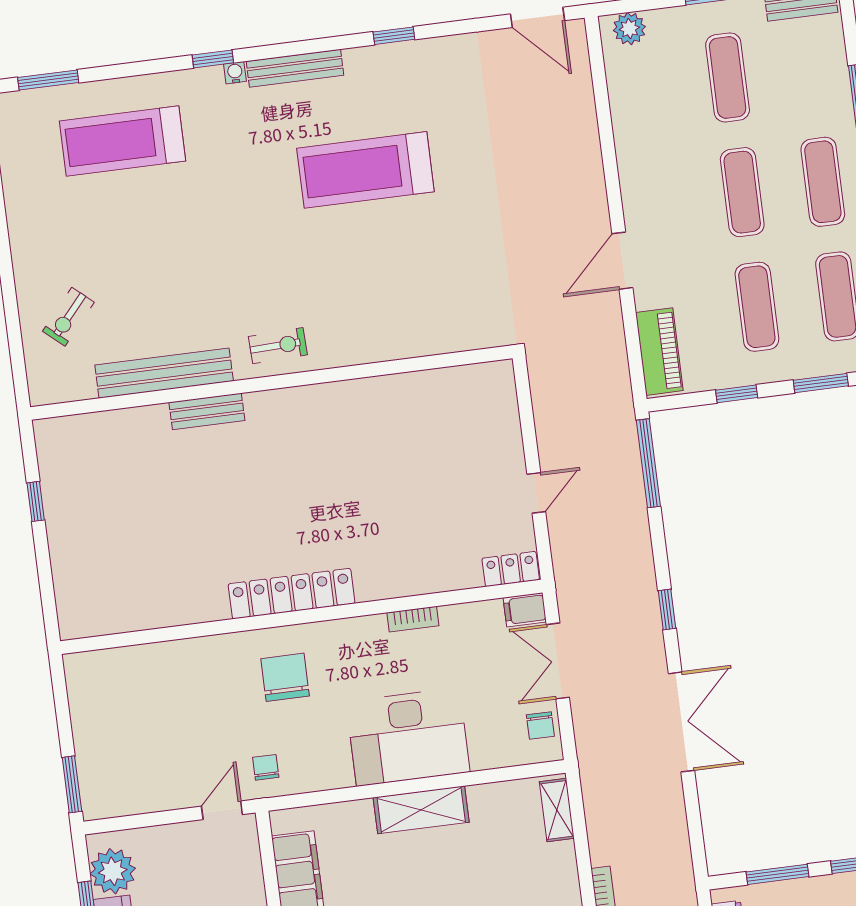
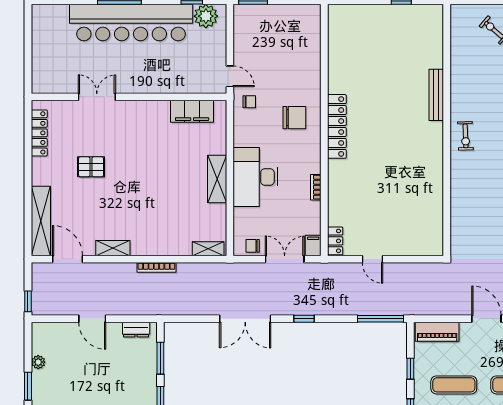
bench: (164, 373) -> (459, 75), removed
bench: (207, 411) -> (436, 95), width x1.36

